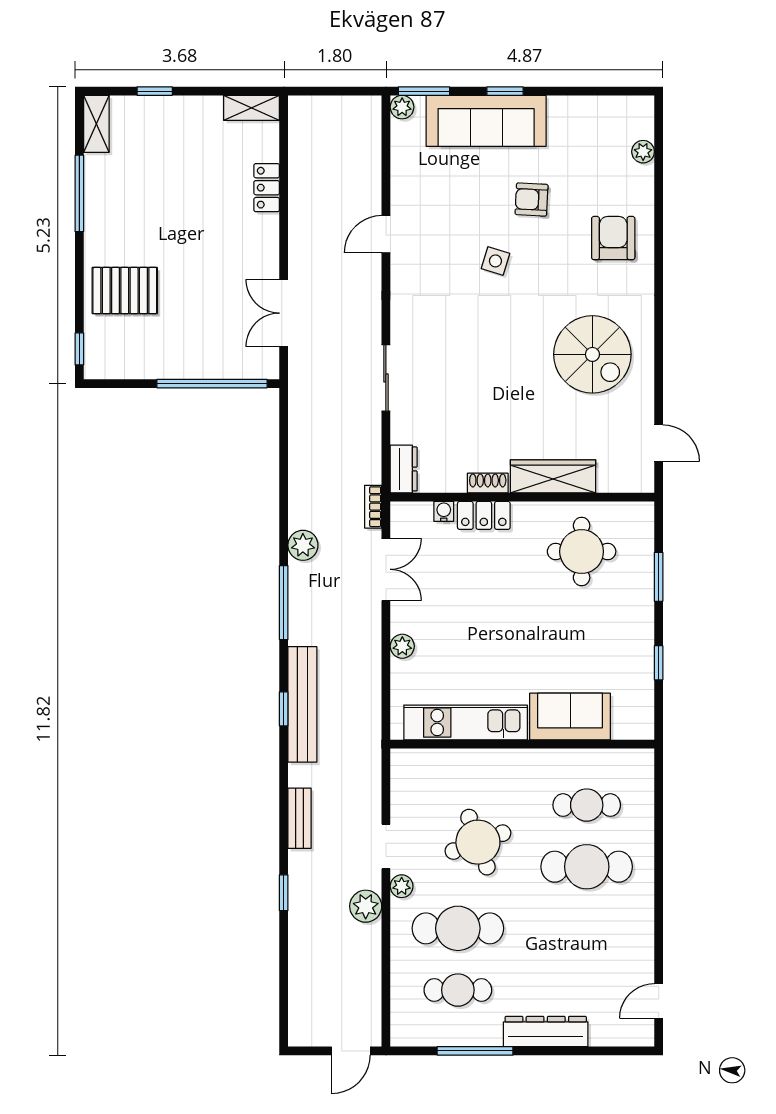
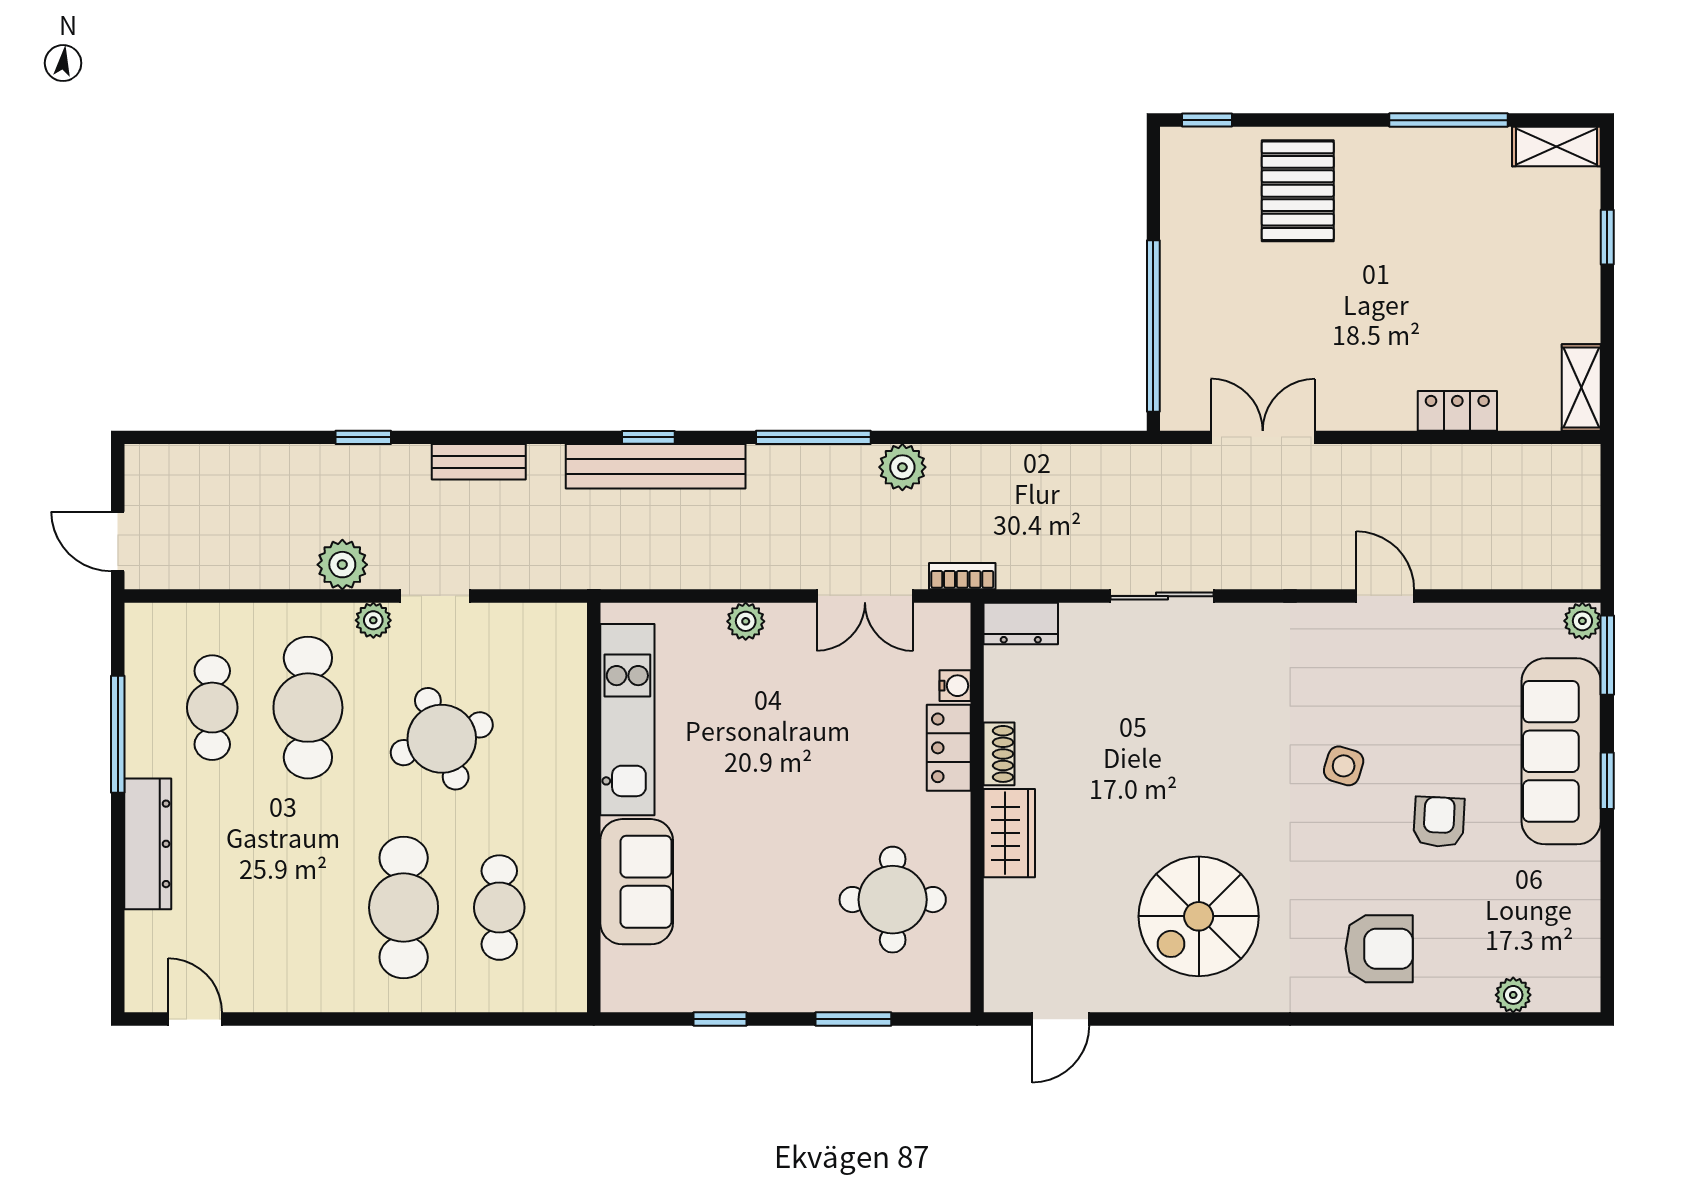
wardrobe: (553, 476) -> (1009, 833), width x0.67

